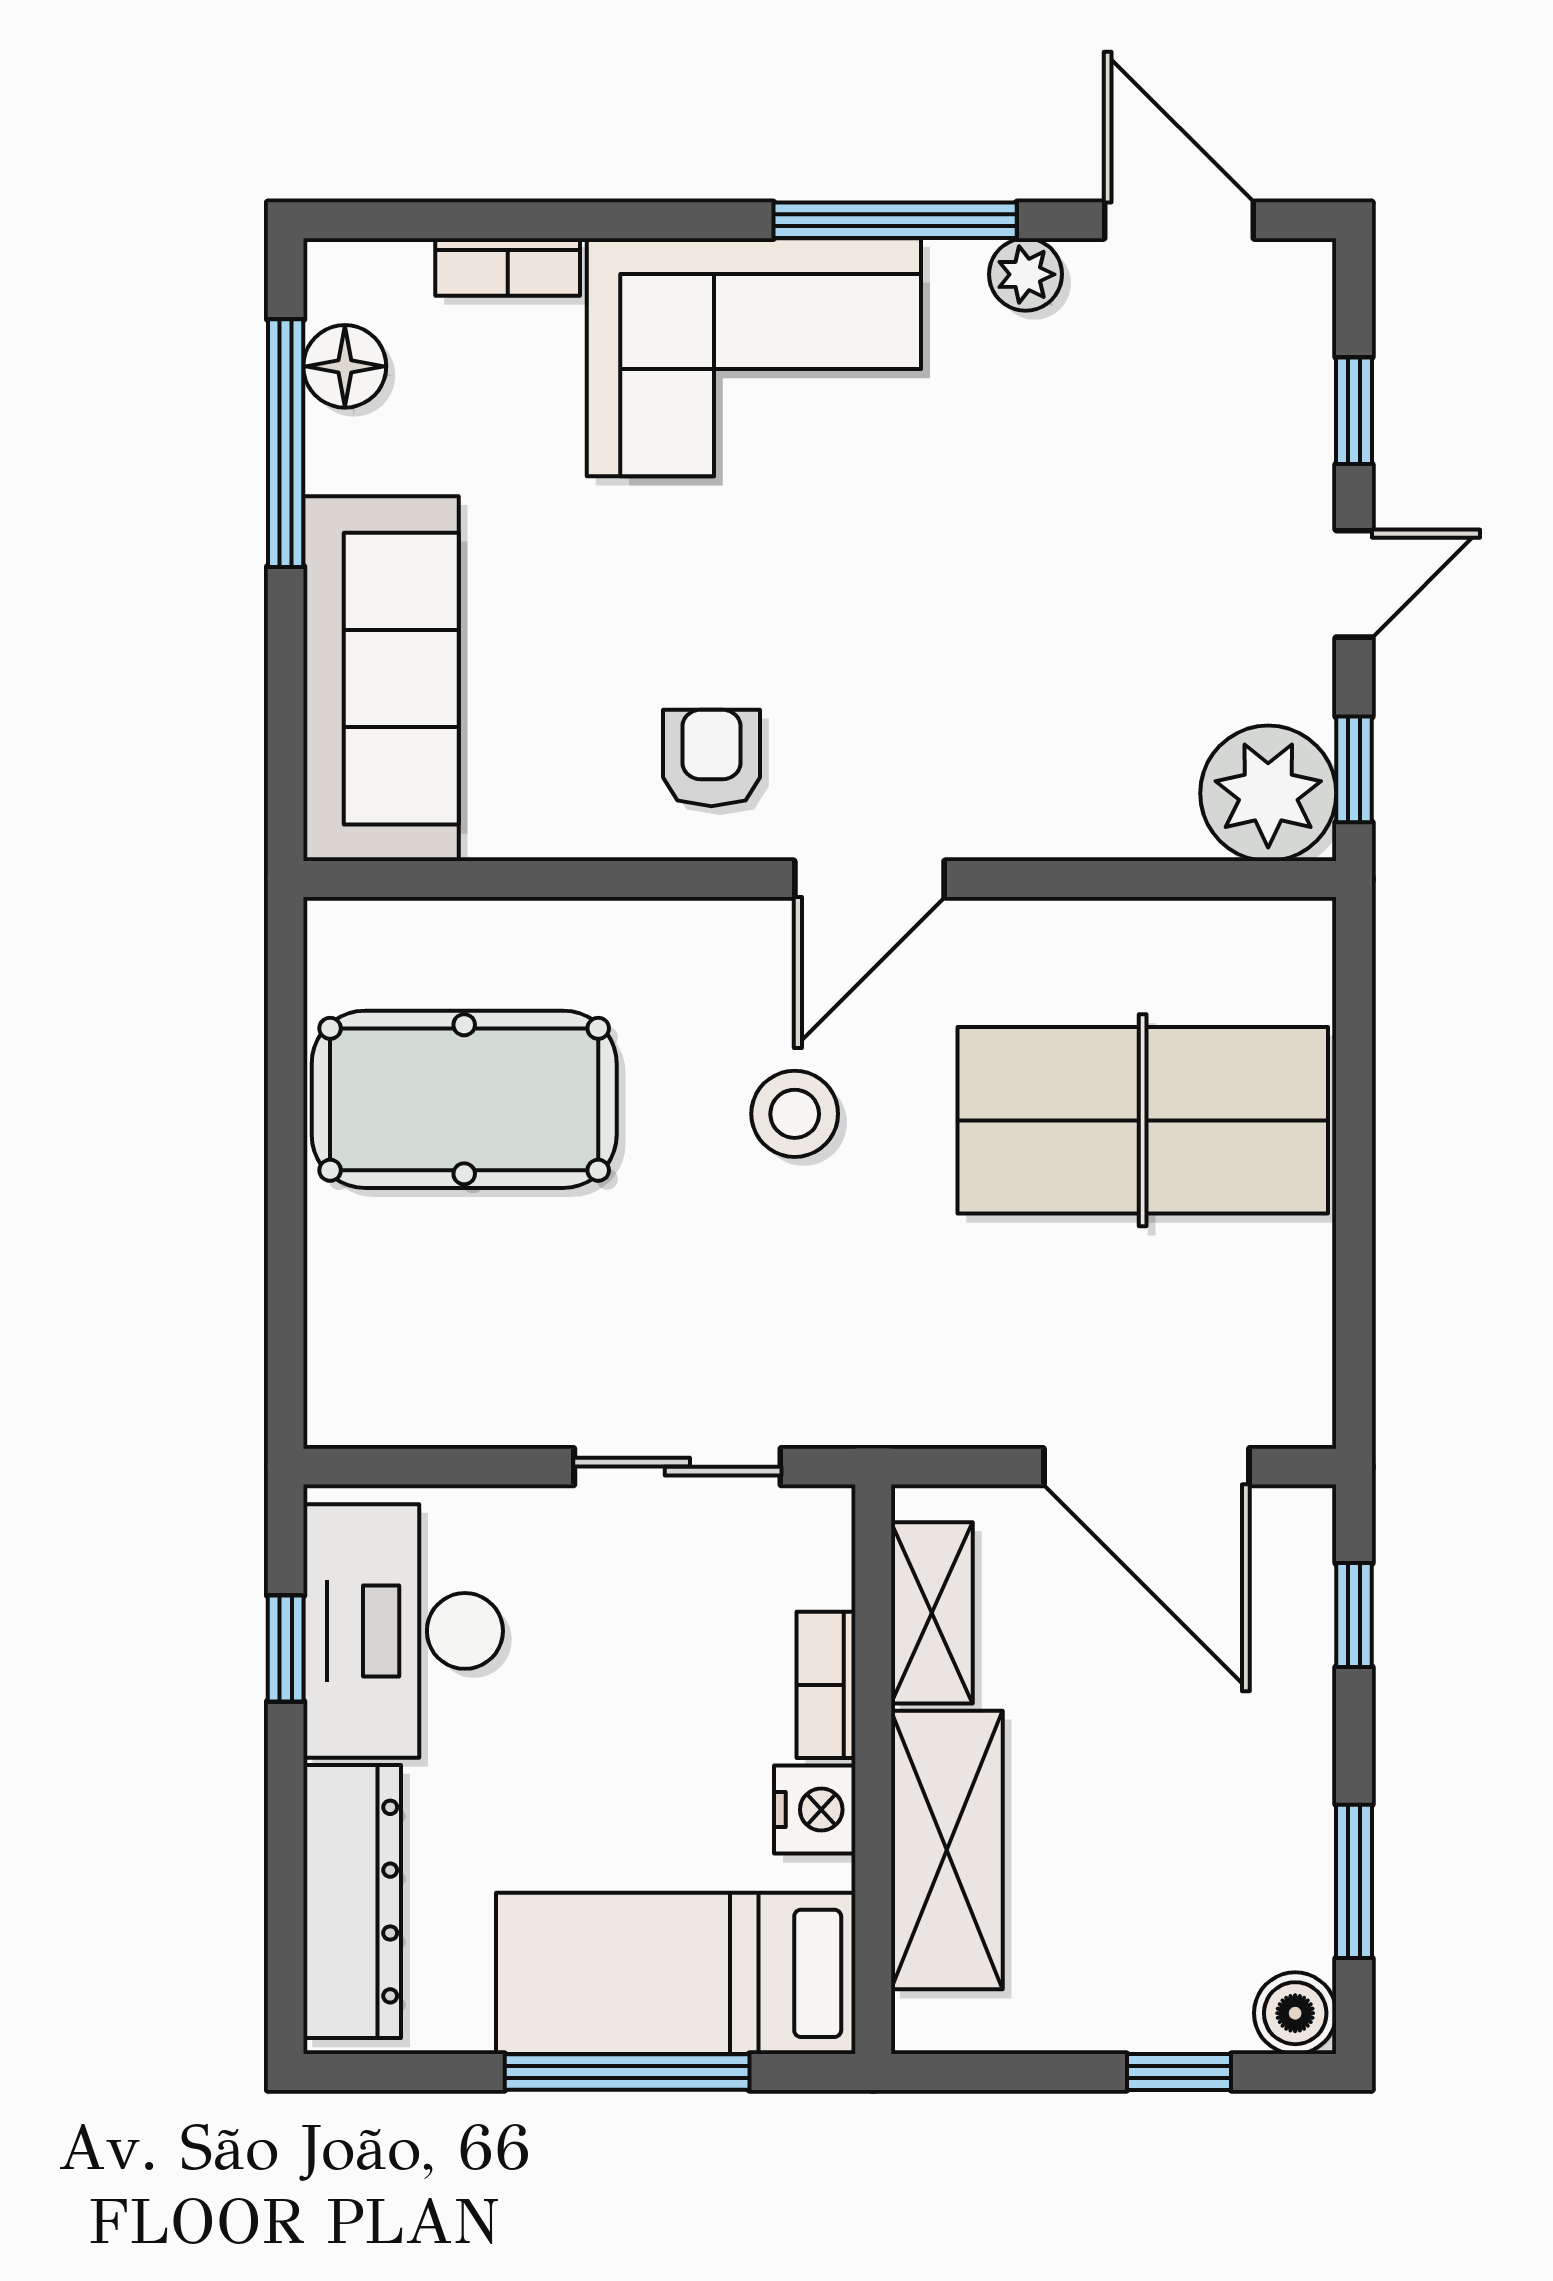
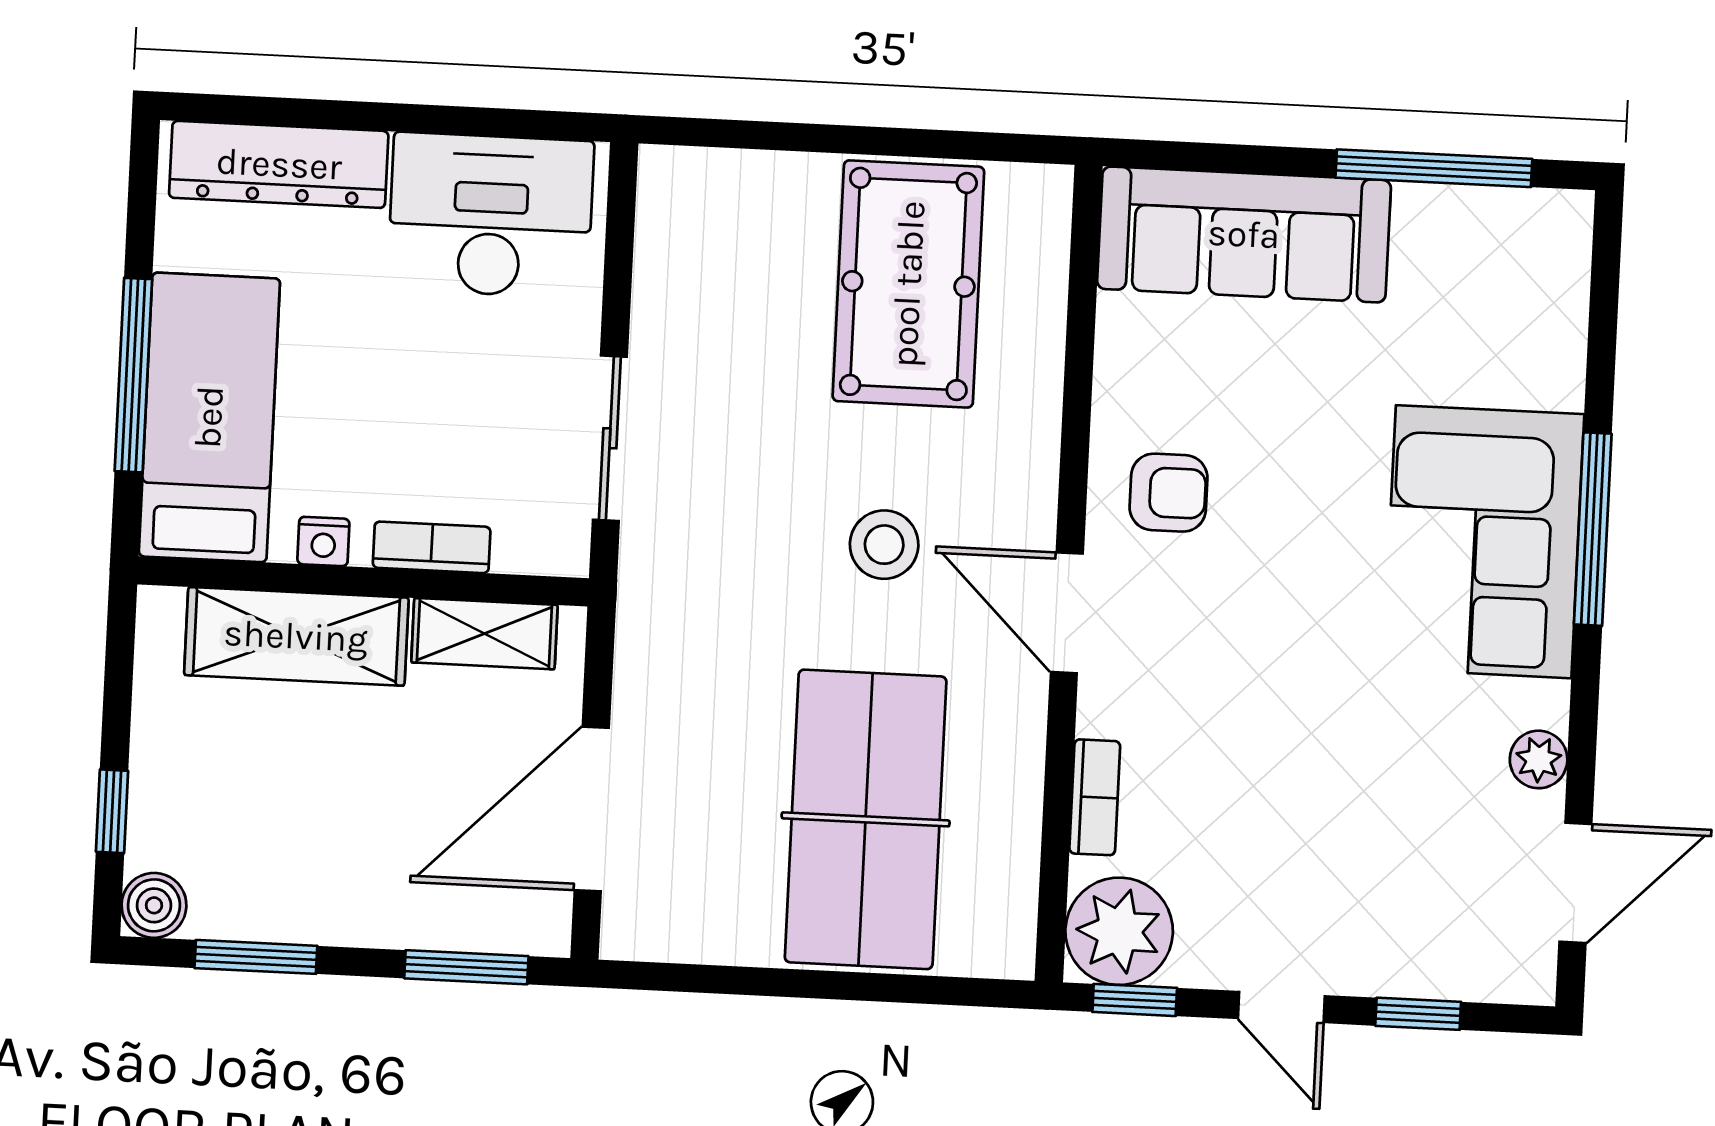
window: (895, 220) -> (1593, 529), moved
bookcase: (508, 267) -> (1095, 797), moved, turned 180
floor lamp: (345, 366) -> (1492, 218), removed
window: (1354, 1615) -> (466, 967), width x1.50
window: (286, 1648) -> (481, 122), removed
nightstand: (815, 1810) -> (323, 541), width x0.72, depth x0.74

